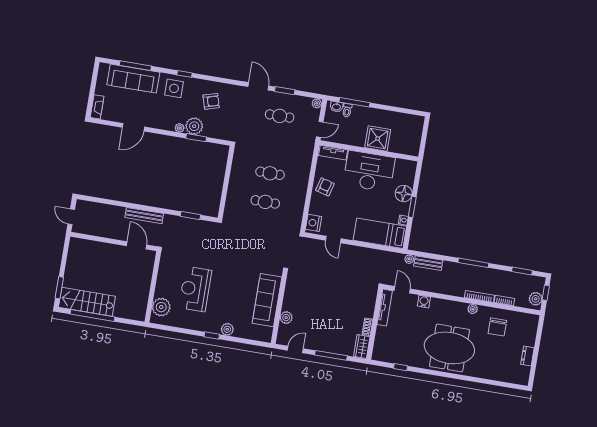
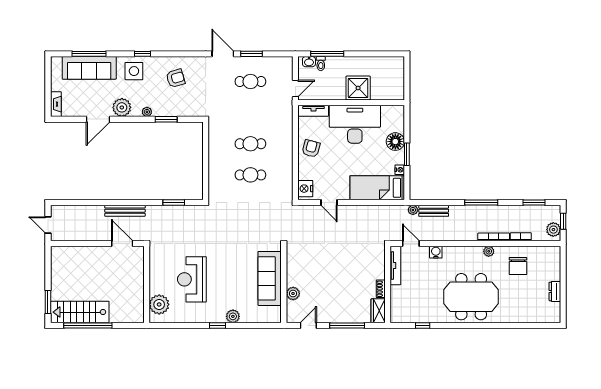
plant: (317, 103) -> (288, 62), removed
plant: (194, 126) -> (122, 107), moved

